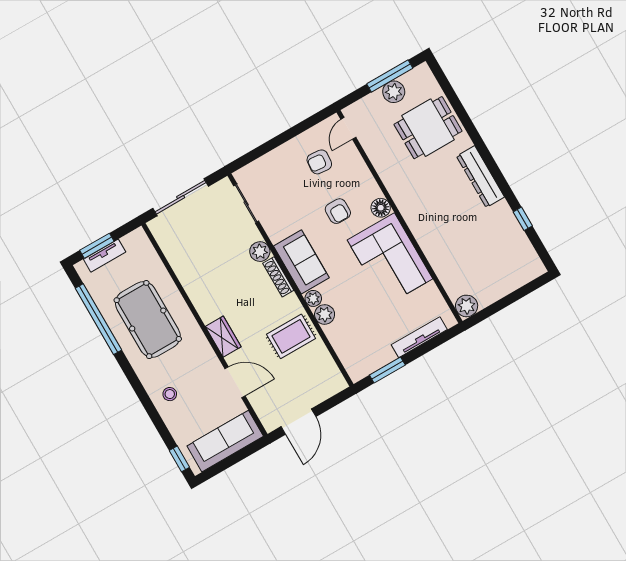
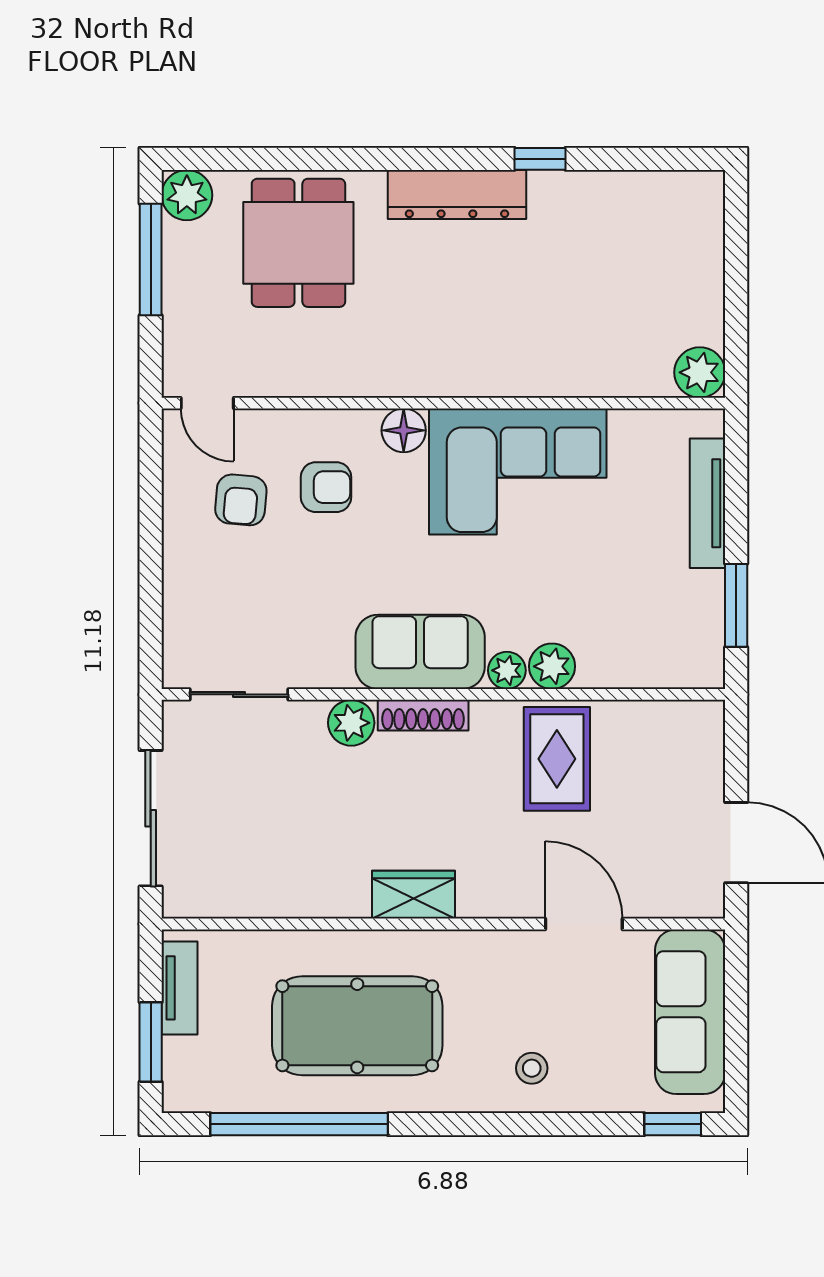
plant: (394, 92) -> (187, 195), moved
armchair: (338, 211) -> (326, 487), moved
window: (523, 219) -> (540, 159), moved
tv unit: (105, 256) -> (179, 988), moved
wardrobe: (223, 337) -> (414, 895), moved
door: (235, 382) -> (584, 924), hinge flipped

